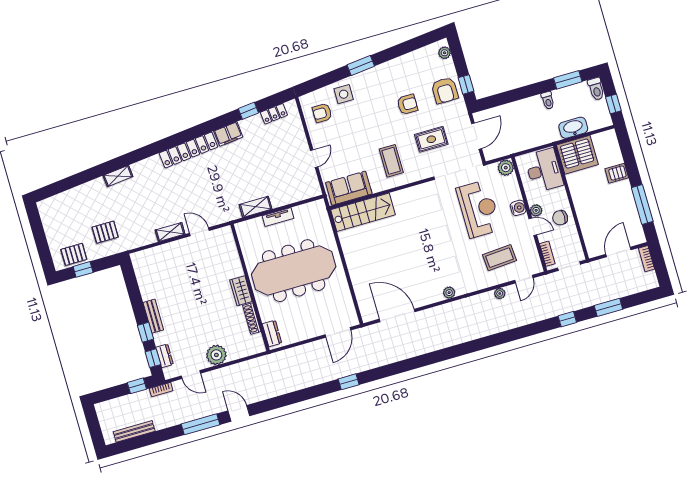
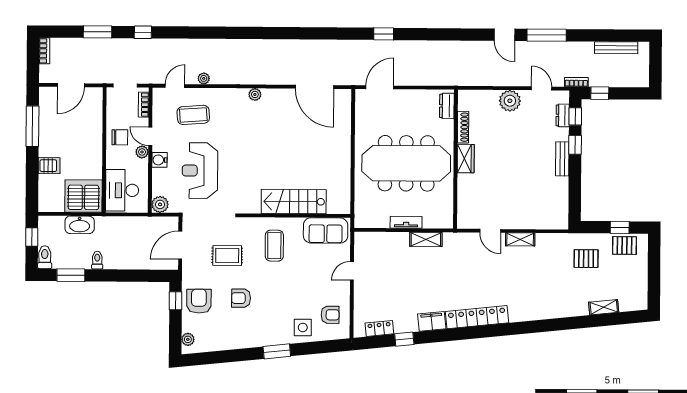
shelving: (118, 176) -> (604, 307), moved
stairs: (363, 212) -> (294, 202), moved
bookcase: (647, 259) -> (44, 51), moved

